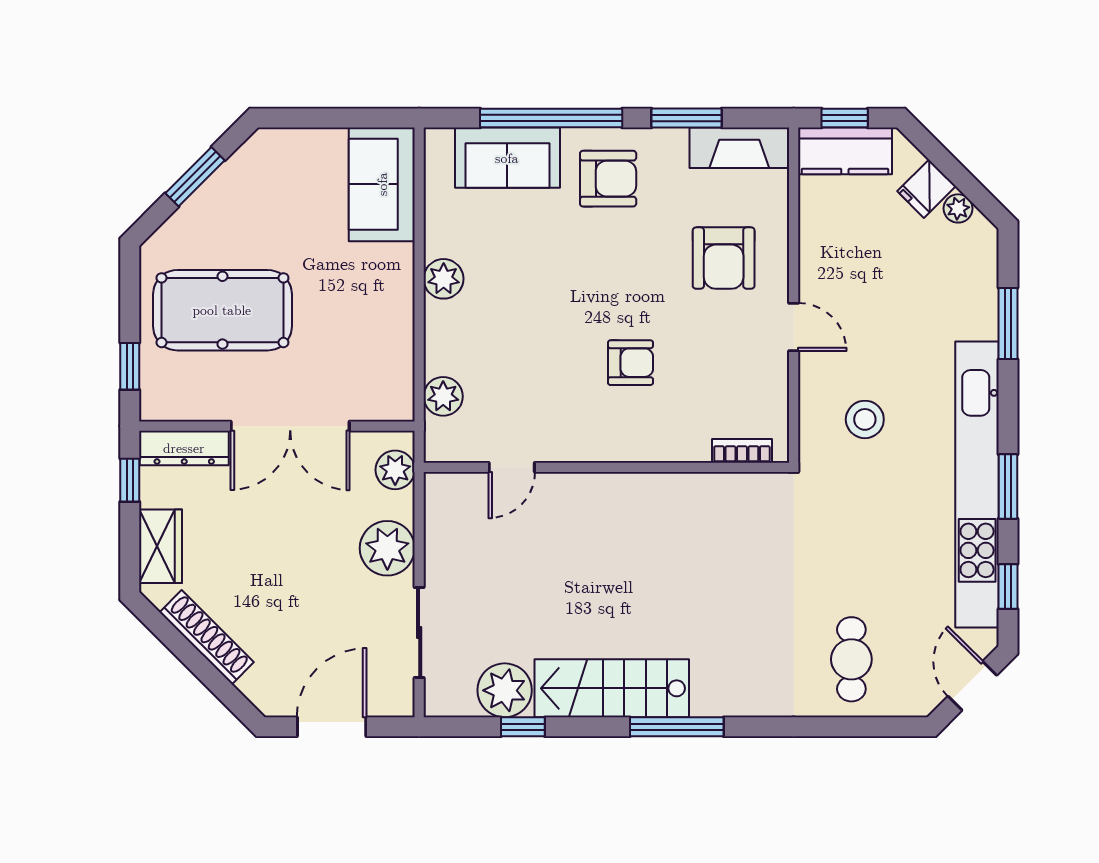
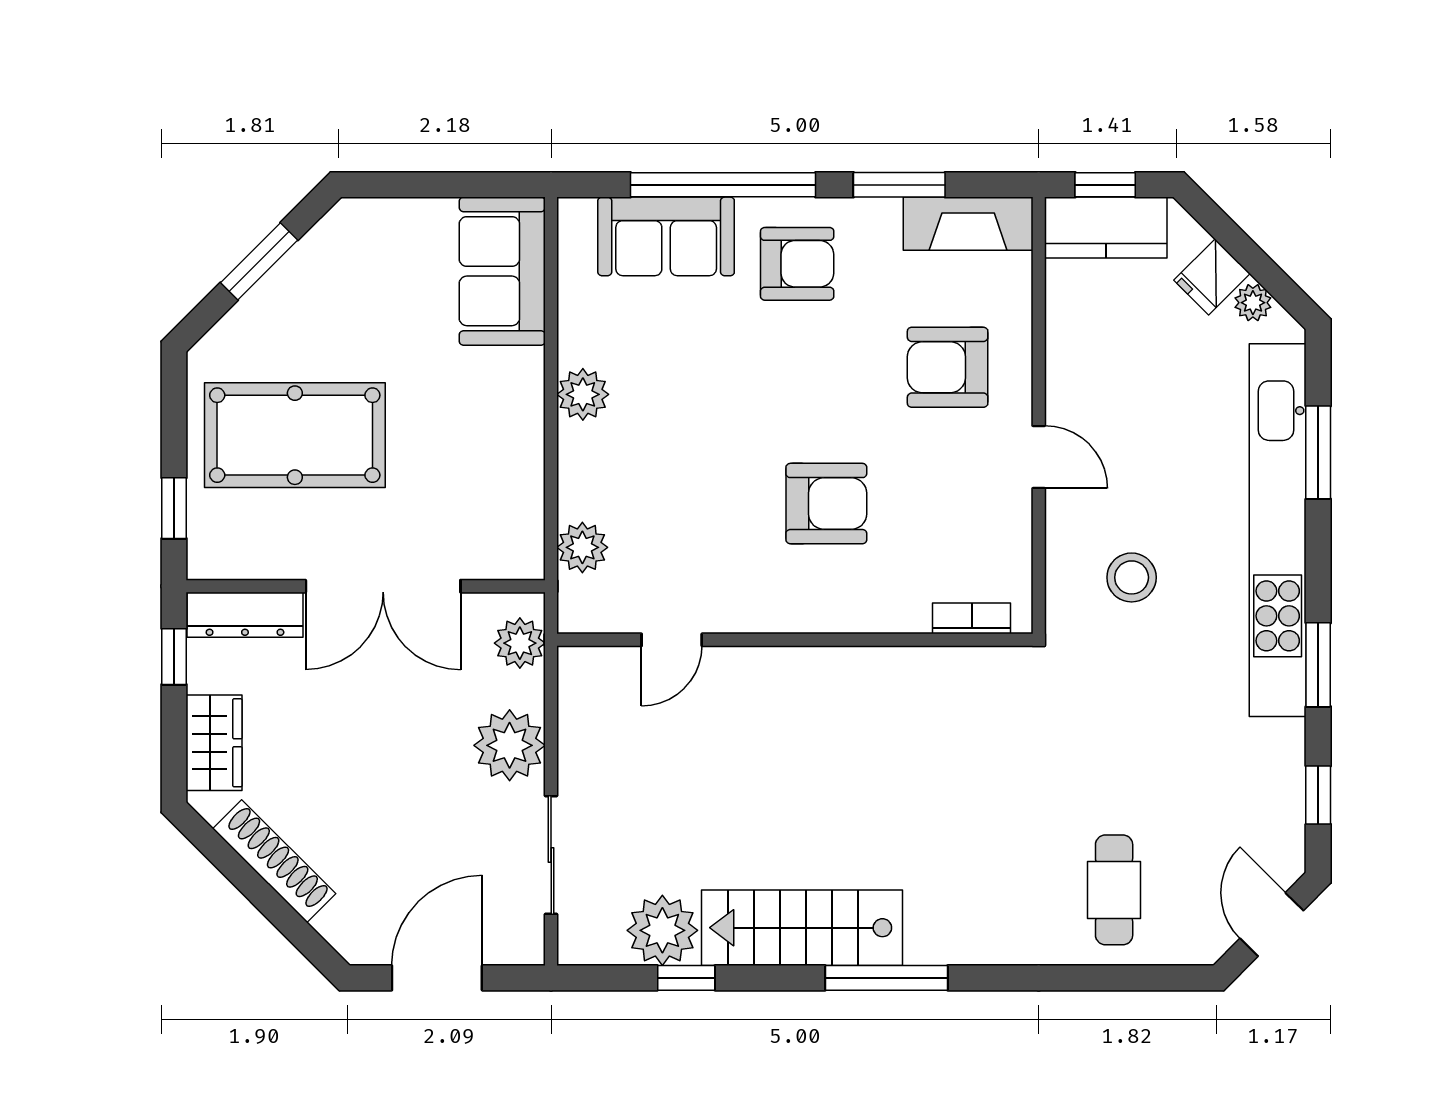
armchair: (724, 258) -> (948, 367), turned 90
armchair: (631, 363) -> (826, 504), width x1.38, depth x1.38
kitchen unit: (977, 485) -> (1278, 530), moved

